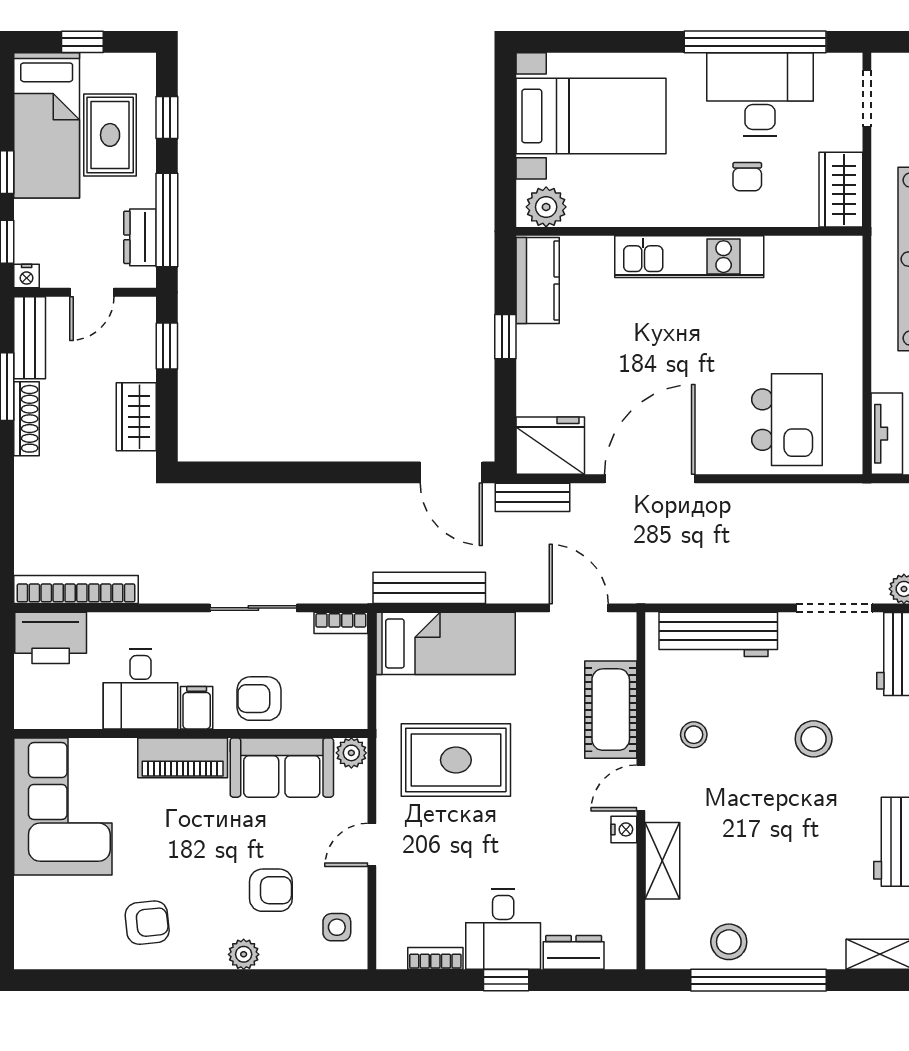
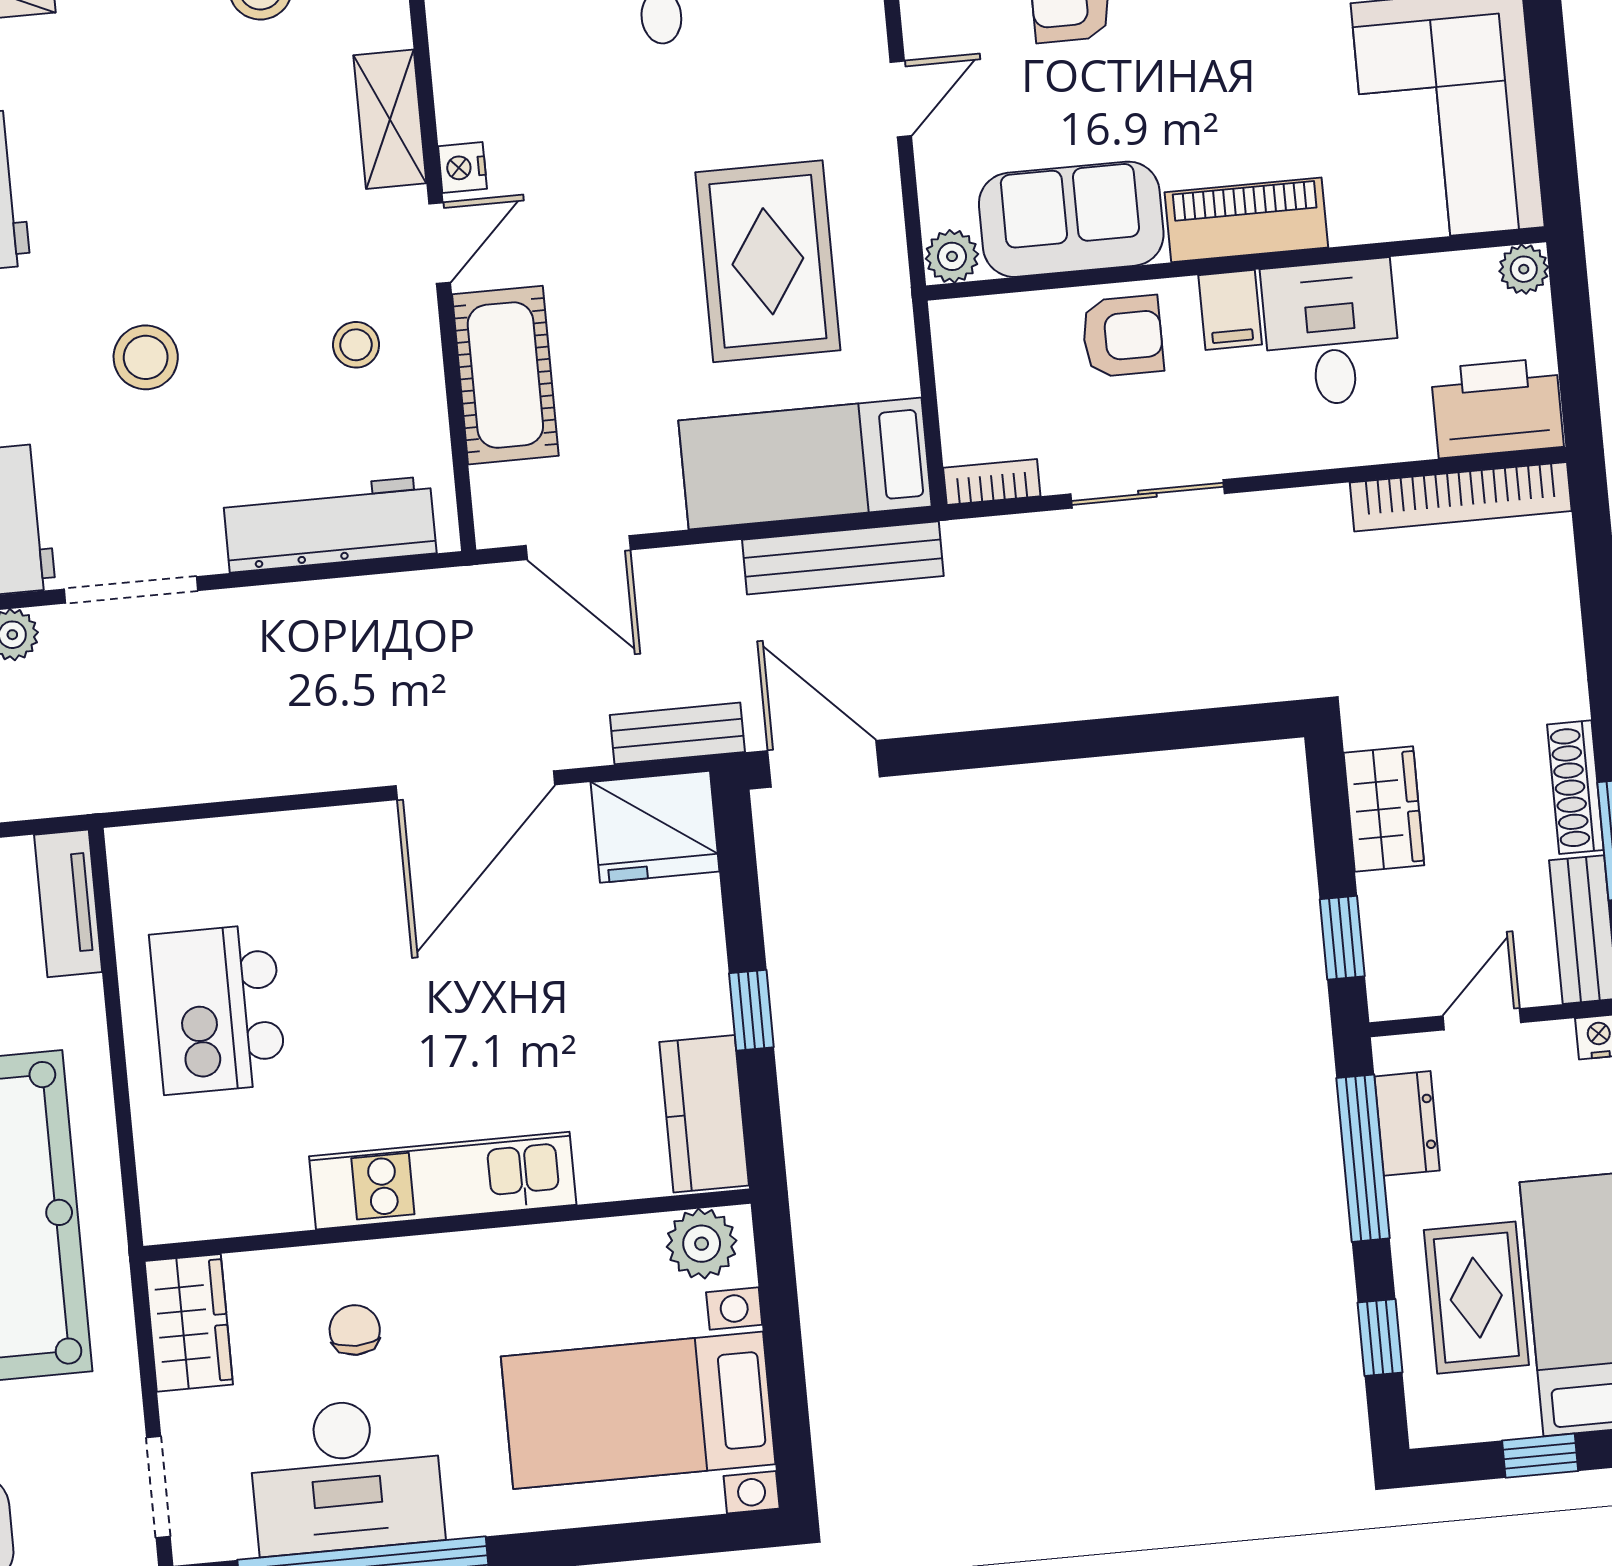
kitchen island: (787, 420) -> (218, 1009), moved
plant: (28, 715) -> (1524, 269), added
rug: (456, 760) -> (768, 261), turned 90

